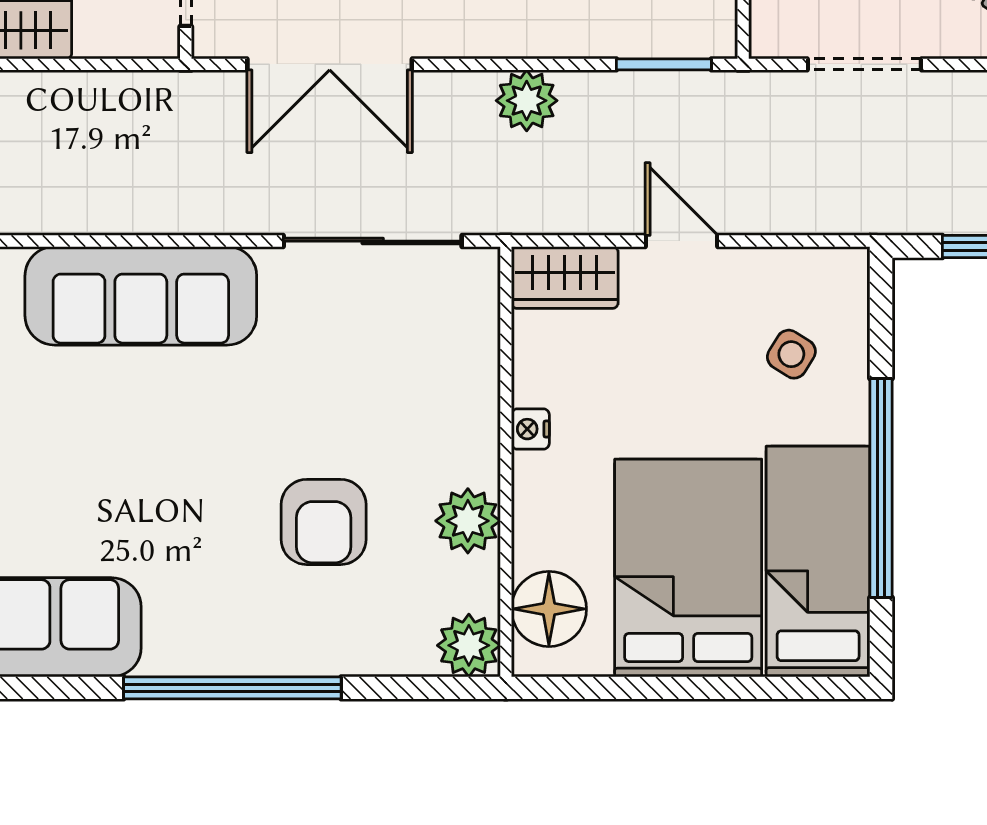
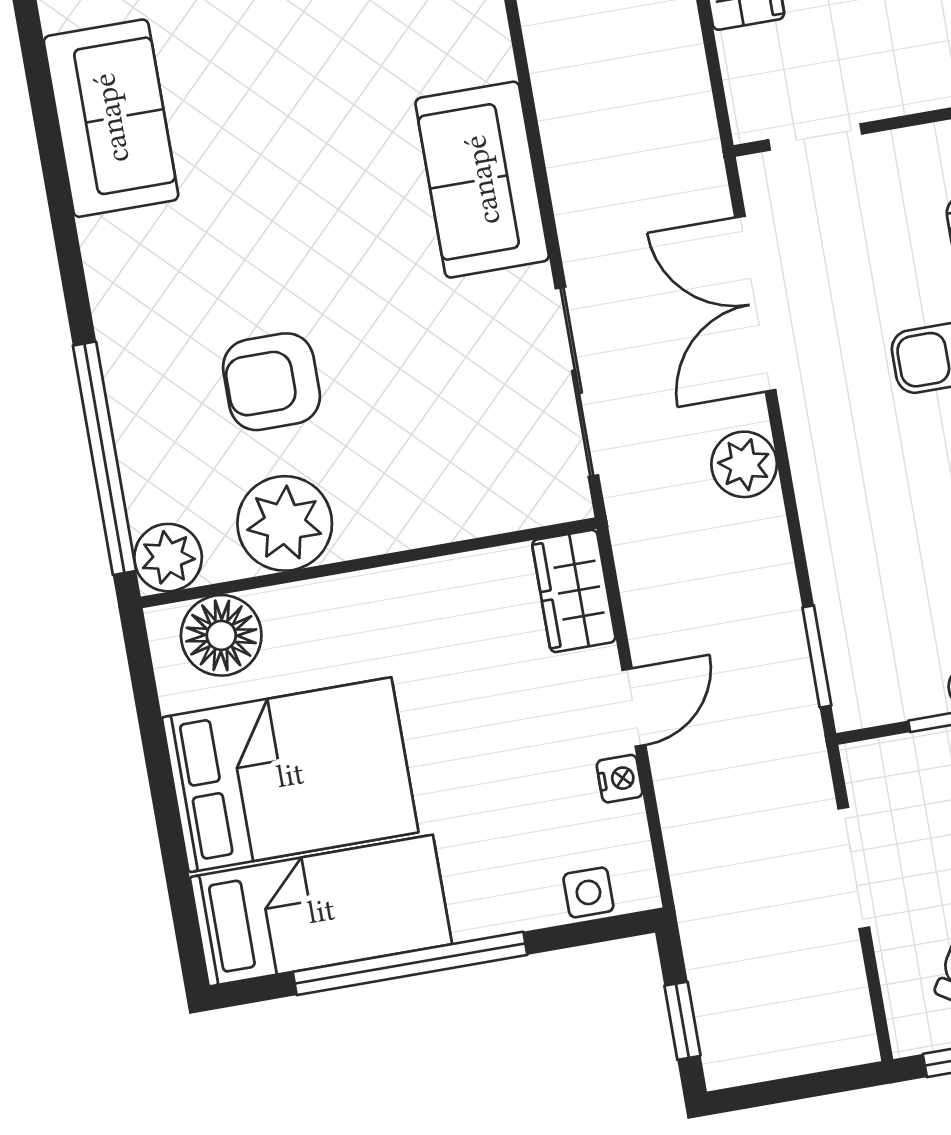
plant: (527, 101) -> (744, 464), moved
sofa: (141, 296) -> (482, 180), width x0.73
side table: (791, 354) -> (588, 892), moved, turned -32
nightstand: (530, 429) -> (620, 779), moved, turned 90
plant: (468, 521) -> (285, 523), width x1.36, depth x1.36
window: (232, 688) -> (104, 458), moved

